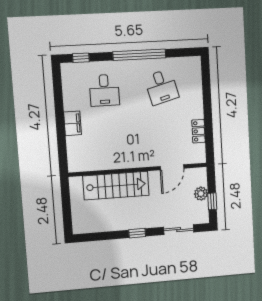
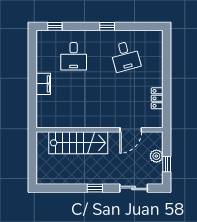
window: (139, 55) -> (107, 26), width x0.32

